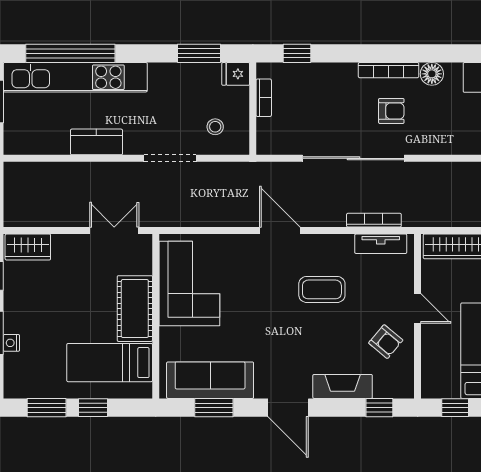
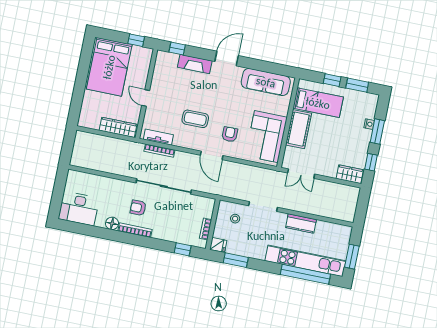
armchair: (386, 342) -> (230, 134), moved, turned 50
window: (214, 408) -> (267, 67), removed
door: (288, 408) -> (227, 59), hinge flipped

